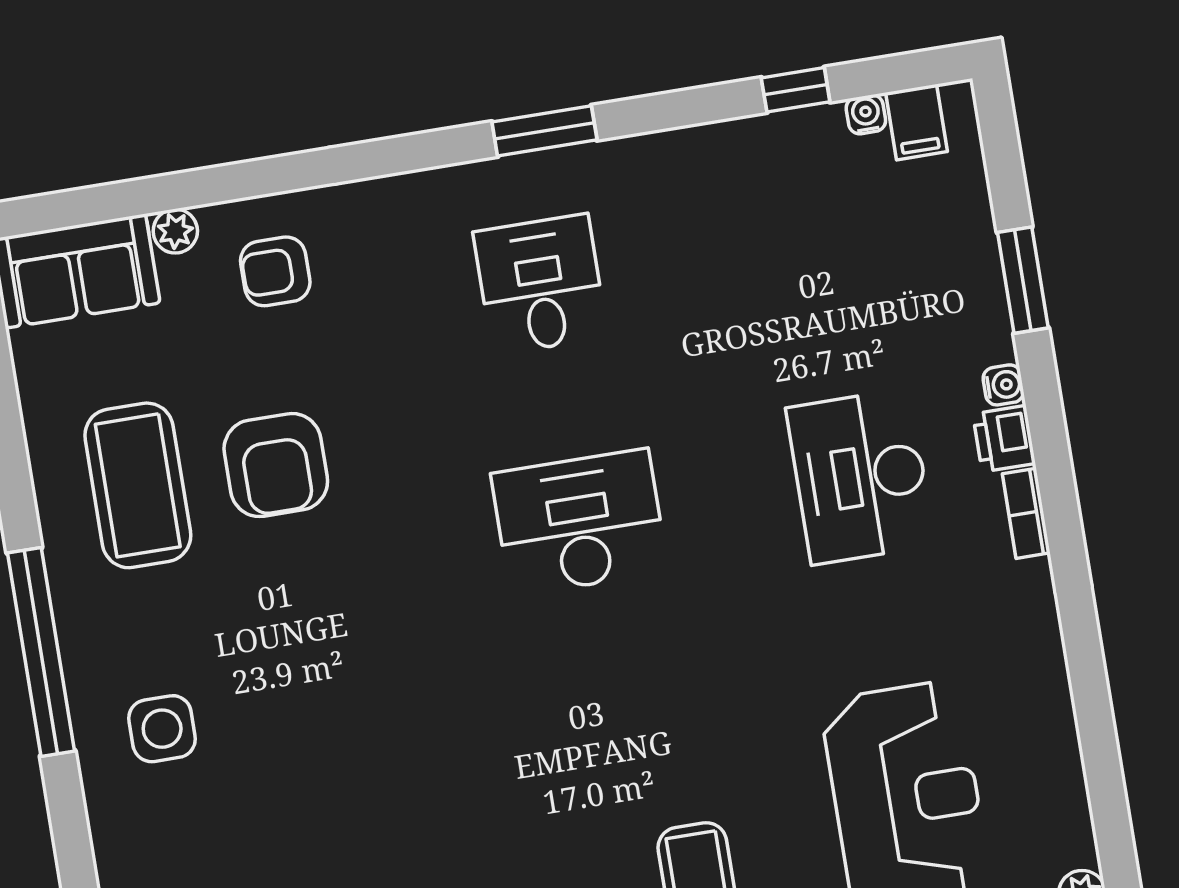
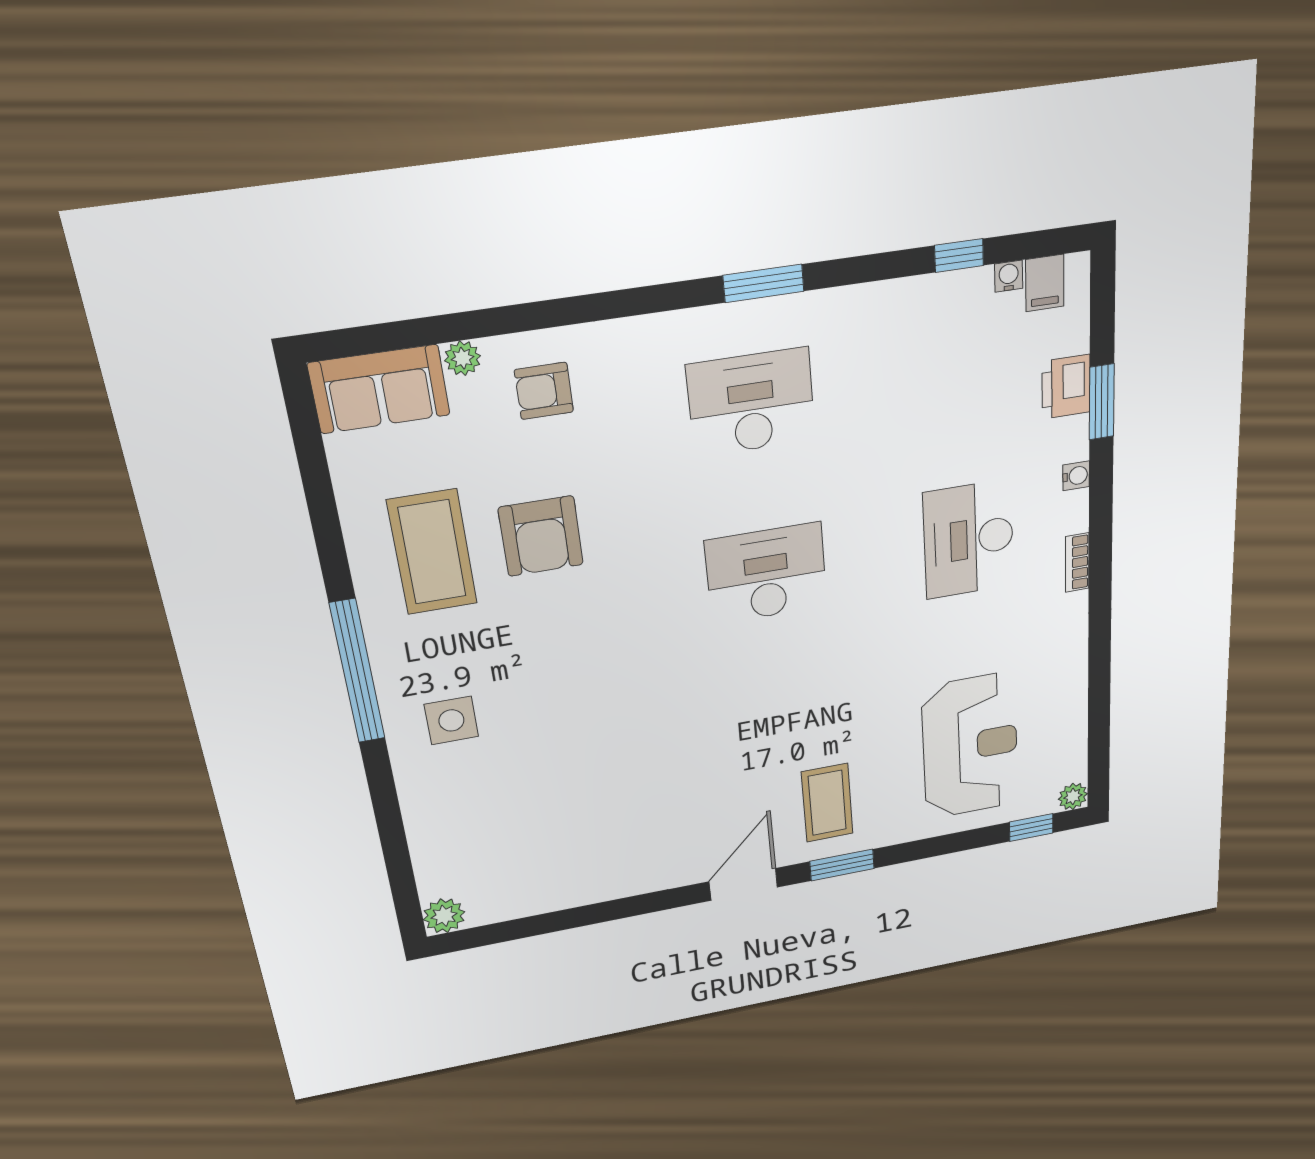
desk: (540, 284) -> (751, 402), width x1.37
printer: (1004, 439) -> (1066, 387), moved, width x1.36, depth x1.24

